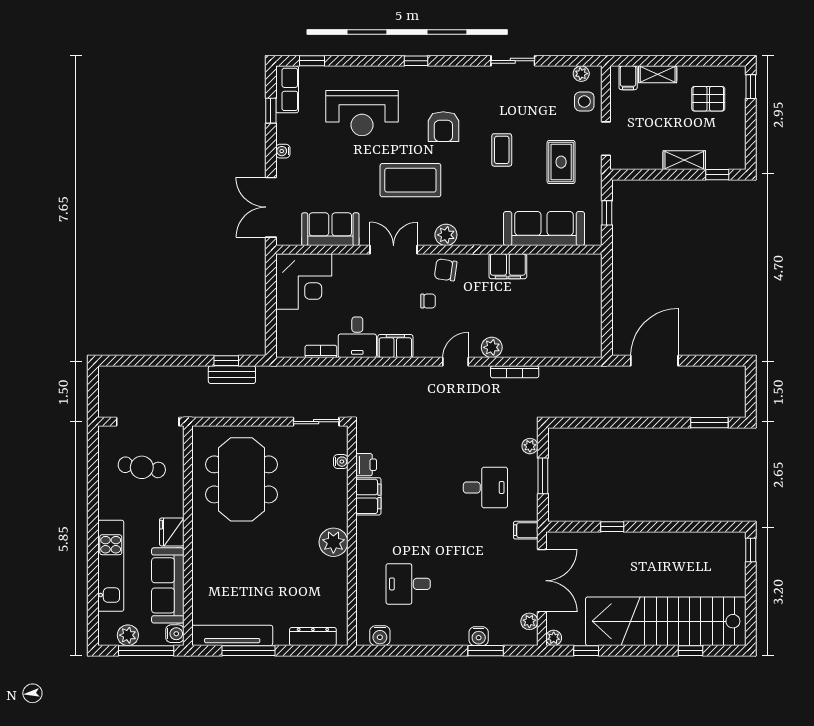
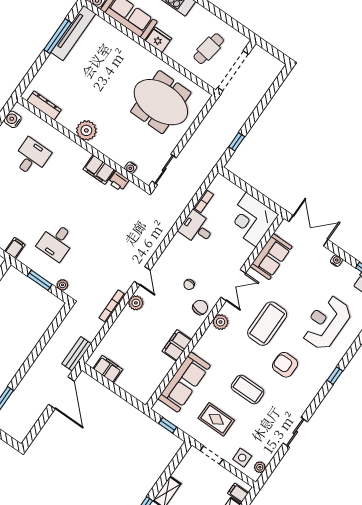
coffee table: (502, 150) -> (248, 389), width x1.36, depth x1.30
filing cabinet: (395, 346) -> (108, 369), moved, turned -90
bench: (232, 375) -> (77, 354), moved
dresser: (313, 637) -> (44, 105), moved, turned -90

